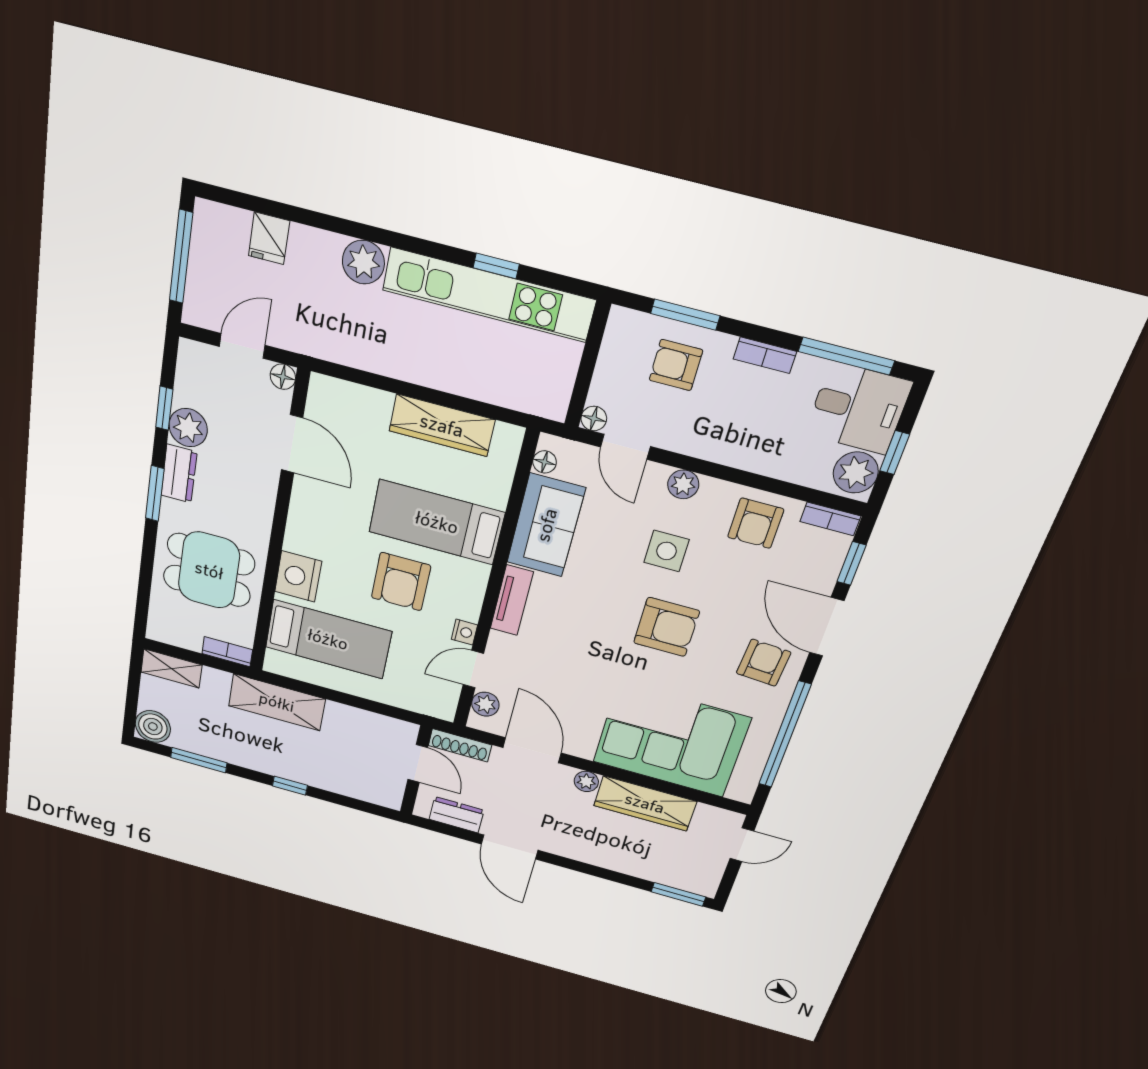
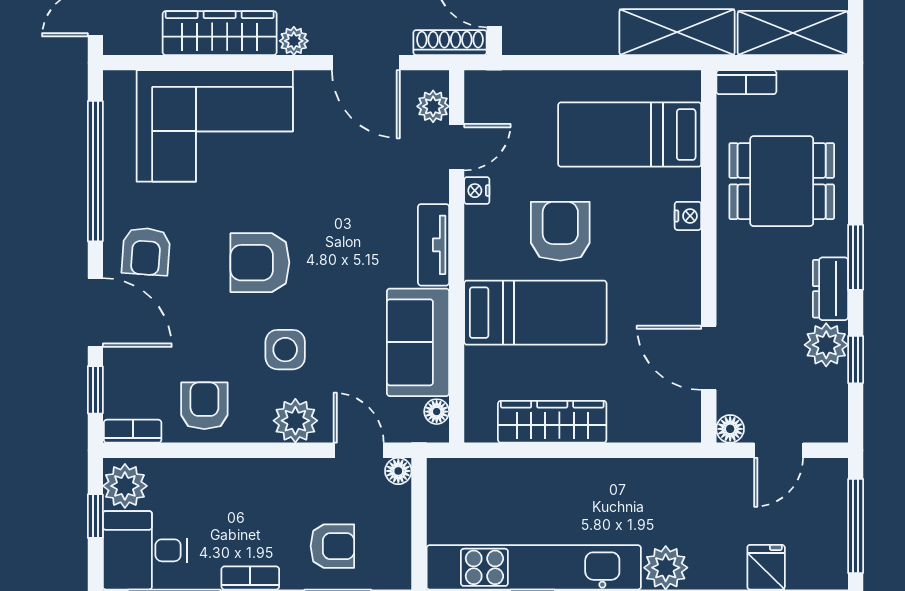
plant: (683, 484) -> (295, 421), width x1.38, depth x1.38
nightstand: (298, 576) -> (688, 216), width x0.53, depth x0.56
shelving: (171, 668) -> (793, 33), width x1.50, depth x1.33

